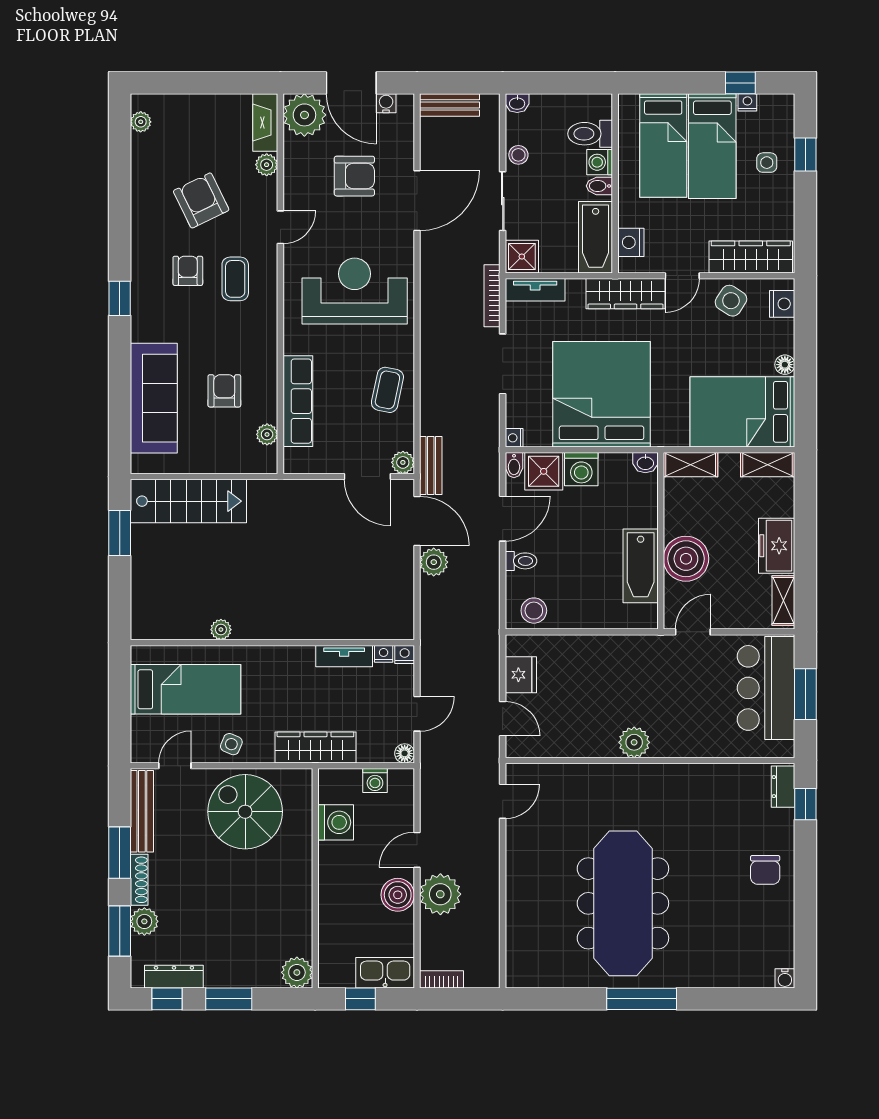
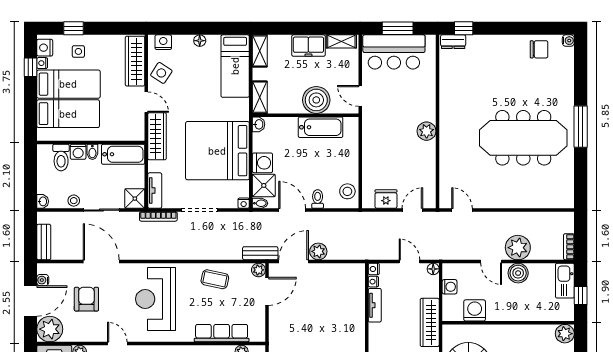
nightstand: (631, 242) -> (45, 48), moved, turned 90
bed: (742, 412) -> (235, 66), width x0.67
chair: (765, 870) -> (539, 49), moved

